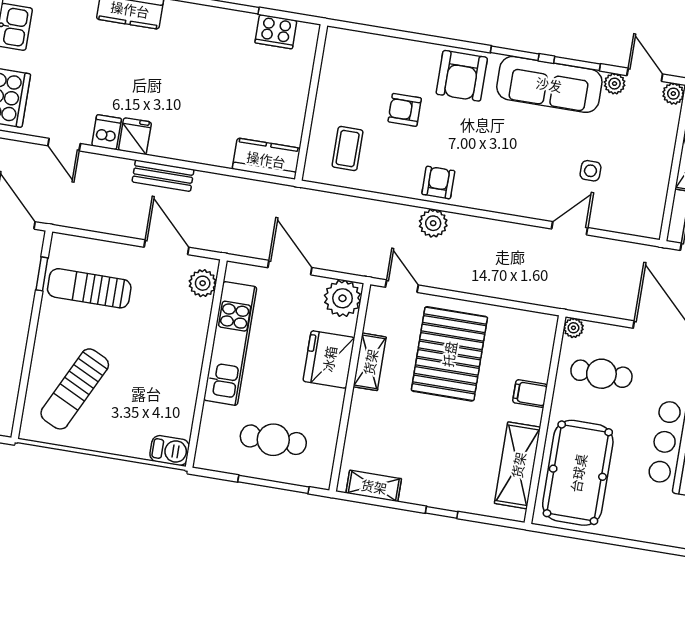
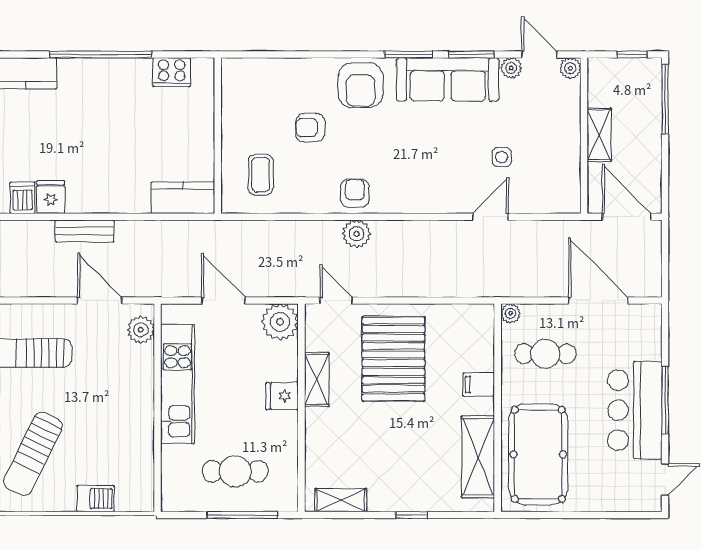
fridge: (329, 359) -> (282, 396), width x0.53, depth x0.75
barbecue: (170, 450) -> (95, 499), moved

